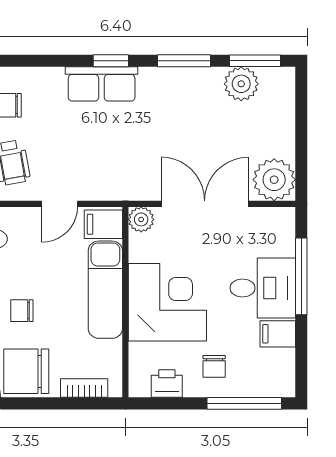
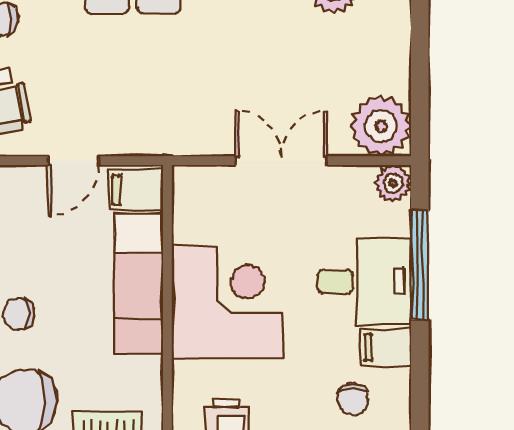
double door: (205, 204) -> (281, 161), width x0.73
plant: (141, 219) -> (393, 183), moved
chair: (214, 366) -> (353, 399), moved

